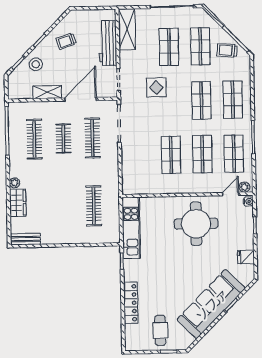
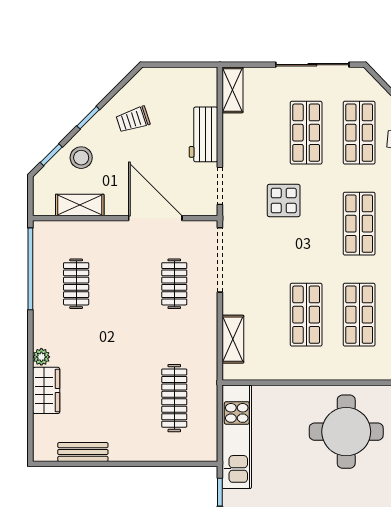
shelving: (127, 29) -> (233, 90), width x0.67, depth x0.75
workbench: (108, 43) -> (203, 134), width x0.73
shelving: (47, 92) -> (80, 205), moved
door: (80, 99) -> (155, 218), hinge flipped
clothes rail: (92, 138) -> (174, 284), width x0.73
clothes rail: (34, 139) -> (76, 284), width x0.73
clothes rail: (63, 139) -> (125, 284), removed
shelving: (128, 170) -> (233, 339), added
bench: (25, 239) -> (83, 452), moved

